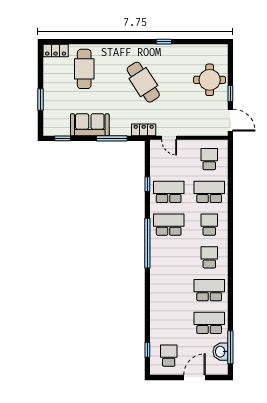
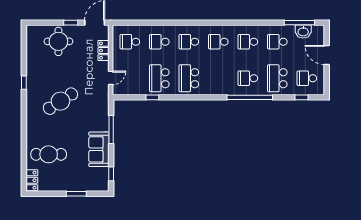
locker: (144, 130) -> (103, 50), moved
school desk: (209, 192) -> (159, 42), width x0.54
window: (147, 243) -> (250, 97), moved
school desk: (169, 290) -> (248, 78), added
school desk: (209, 290) -> (248, 42), width x0.54
school desk: (169, 323) -> (277, 78), added
school desk: (209, 323) -> (277, 42), width x0.54

